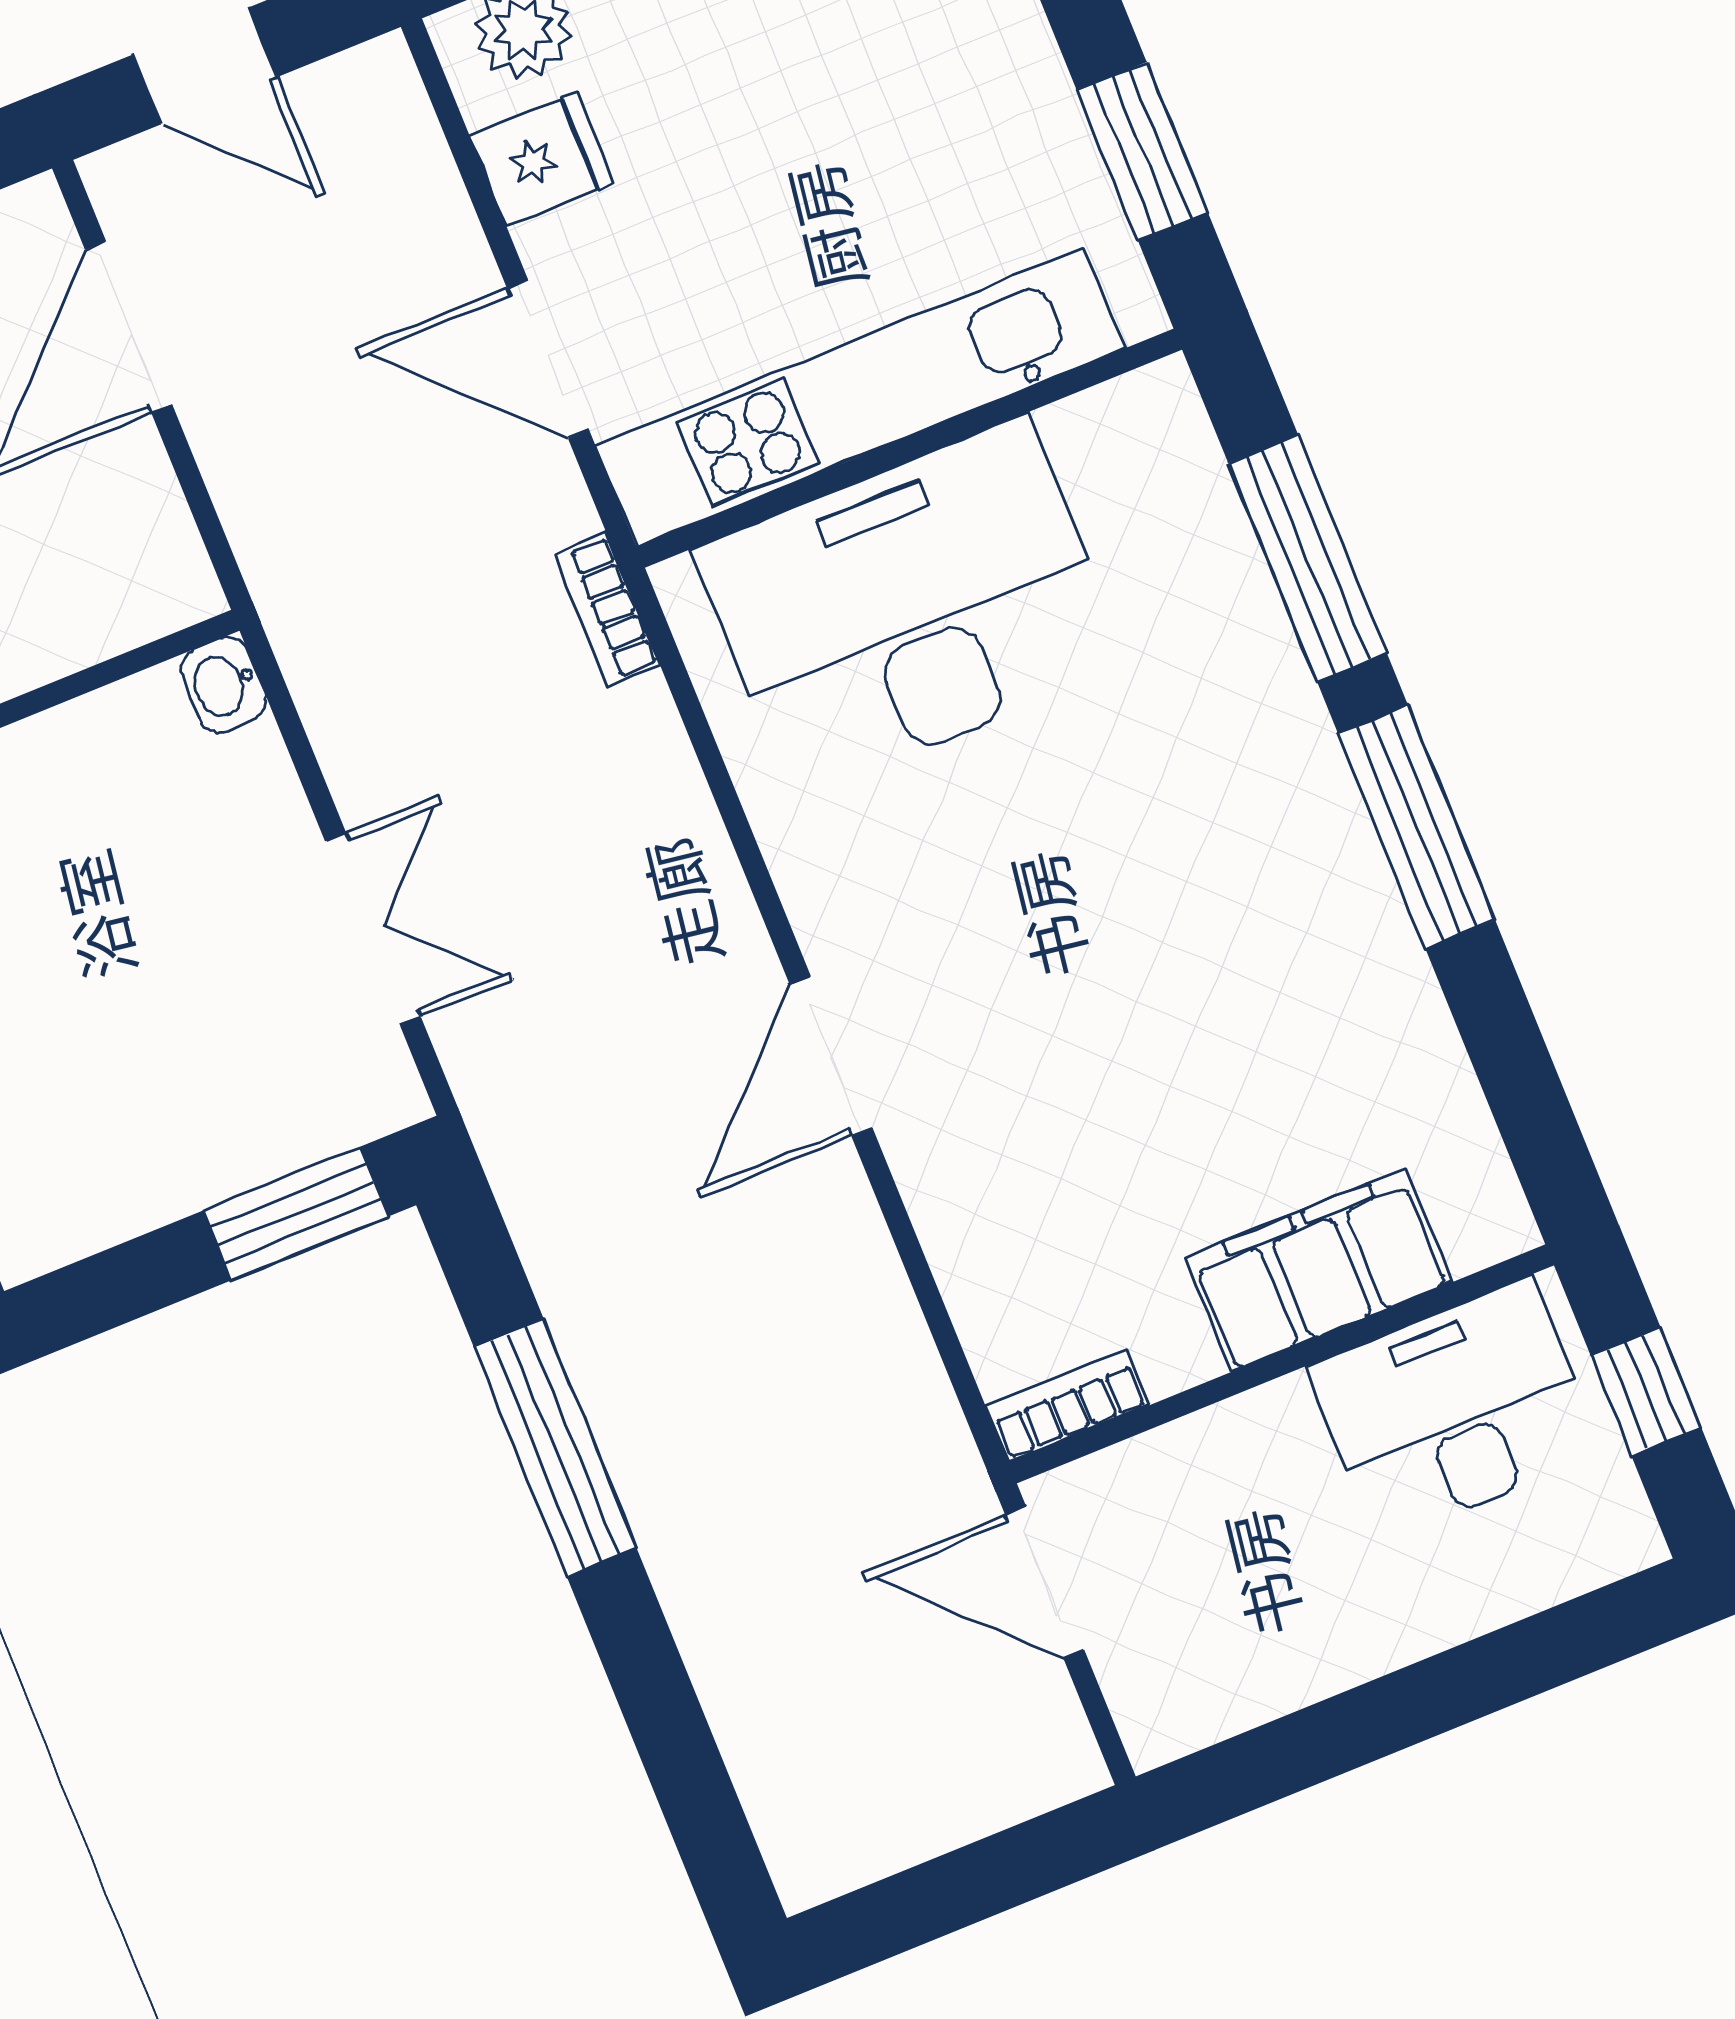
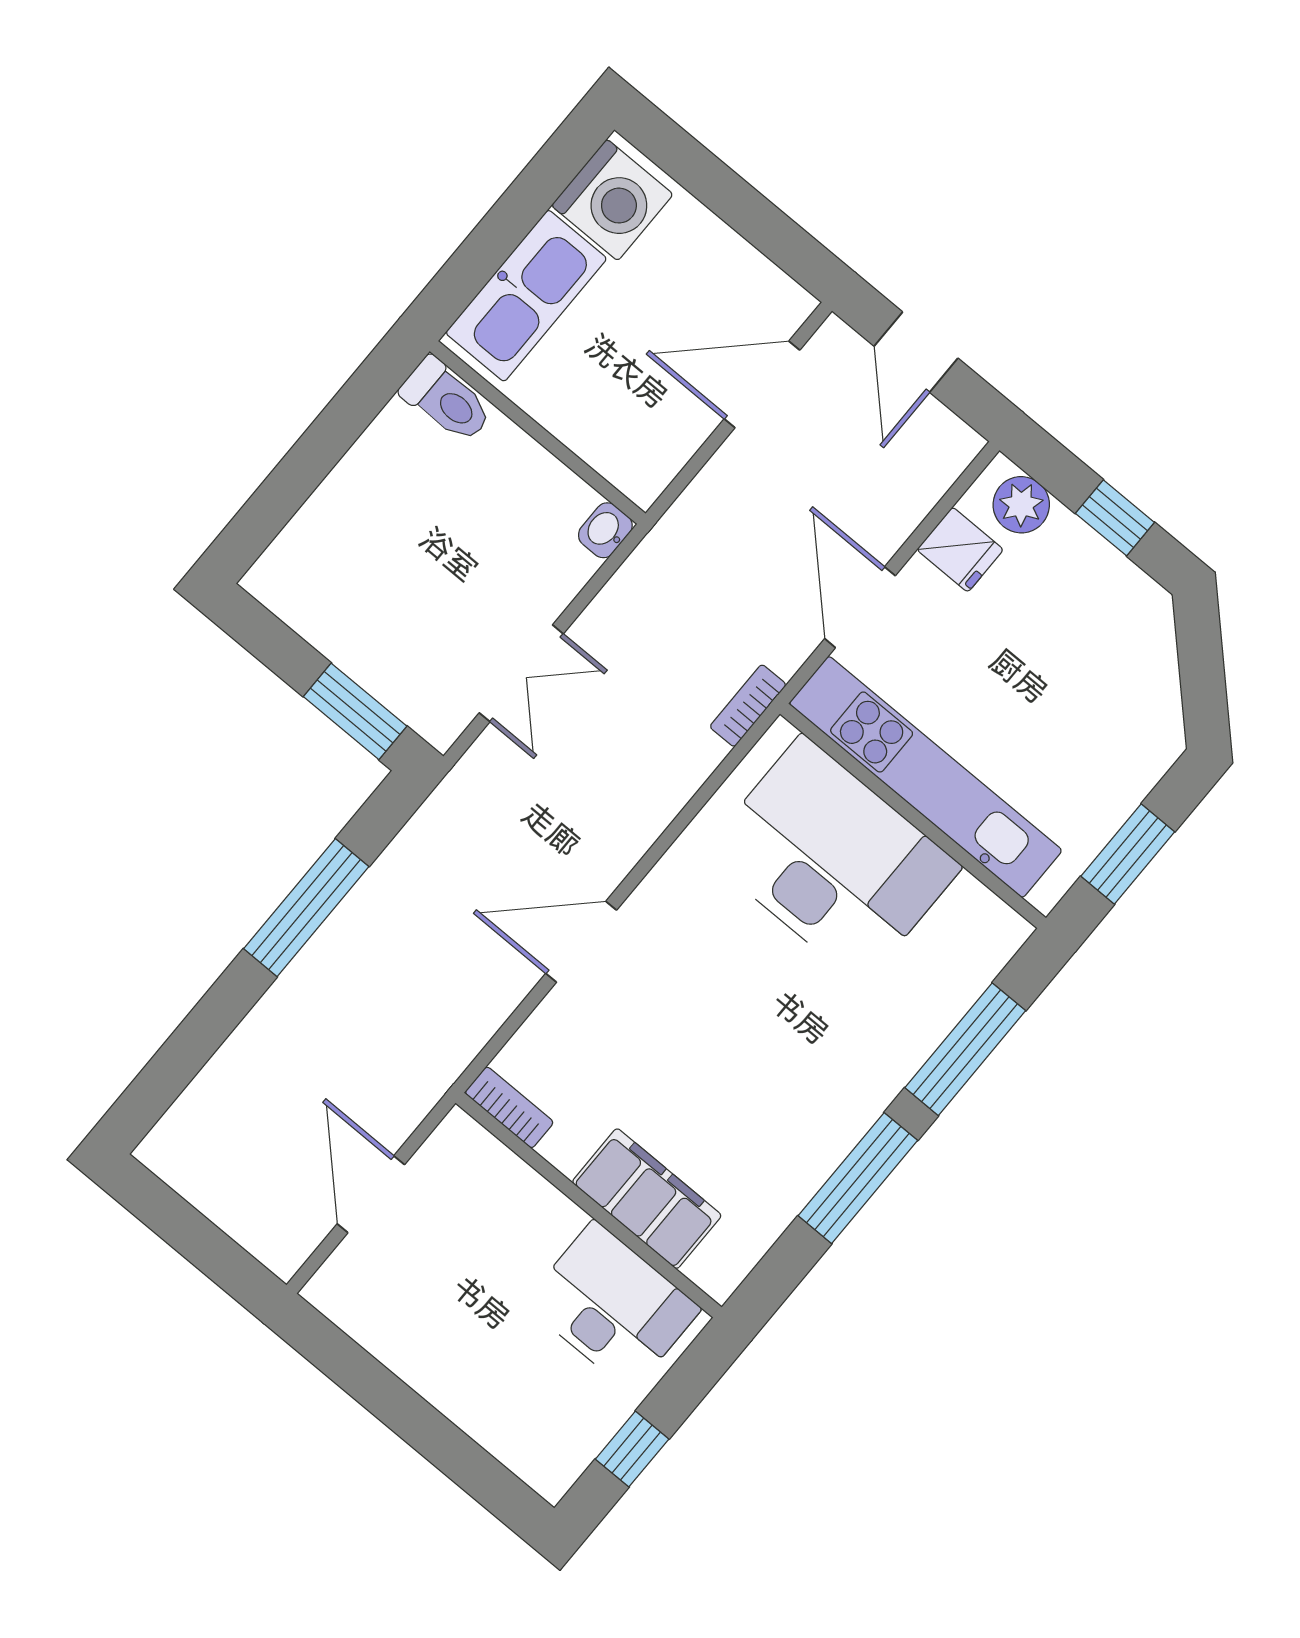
filing cabinet: (1319, 1270) -> (647, 1199), moved
wall: (1281, 1364) -> (589, 1205), moved
bookcase: (1067, 1406) -> (509, 1107), moved
desk: (1455, 1410) -> (612, 1306), moved

